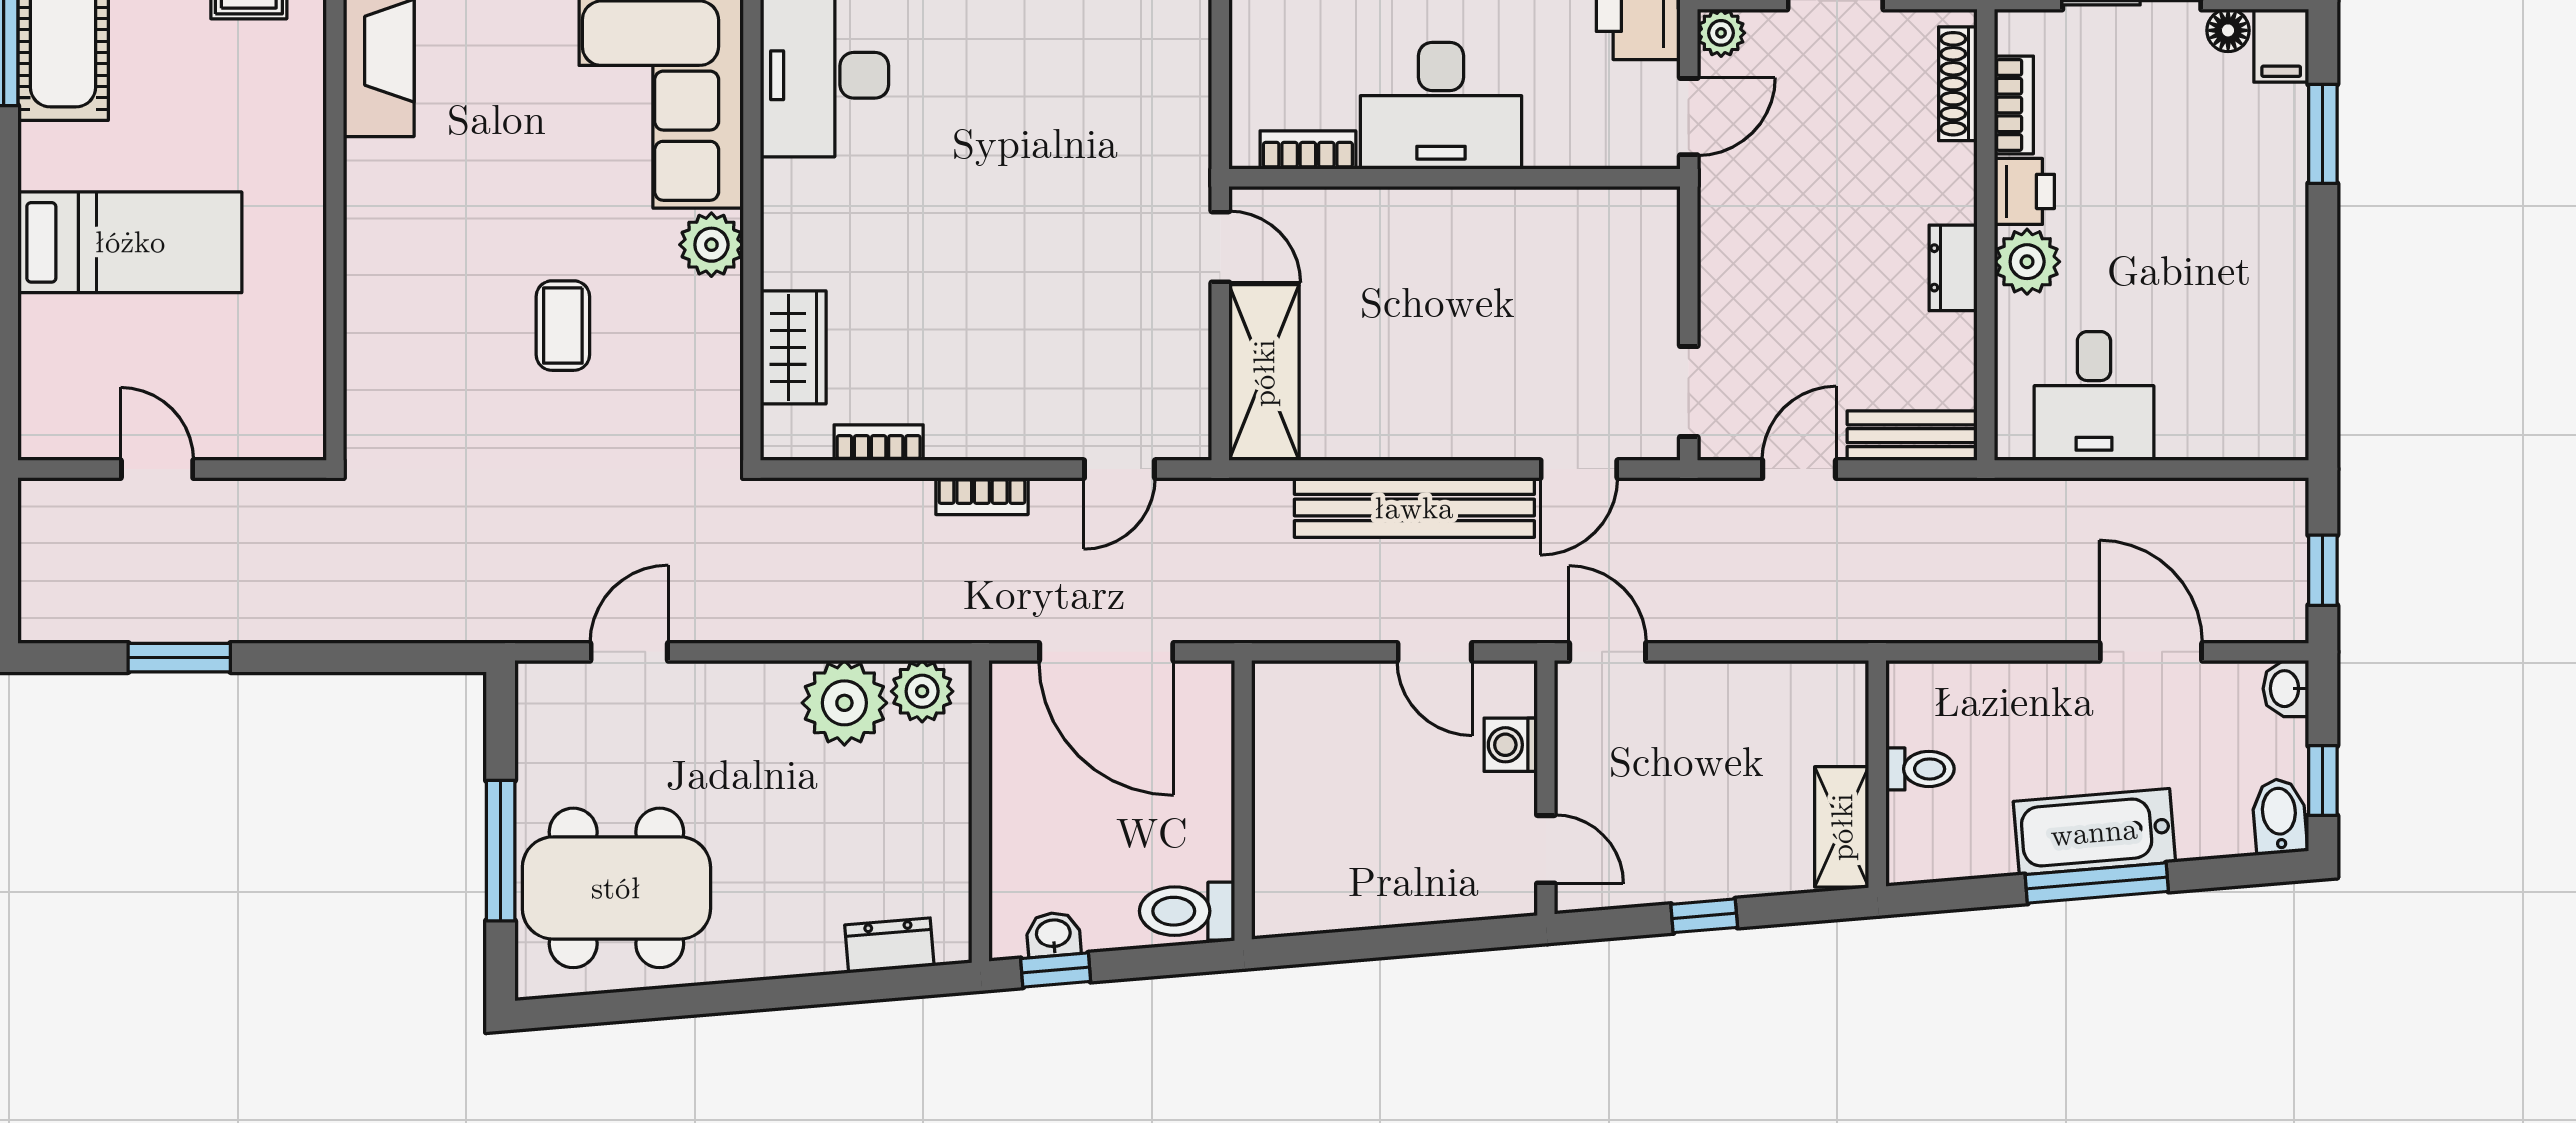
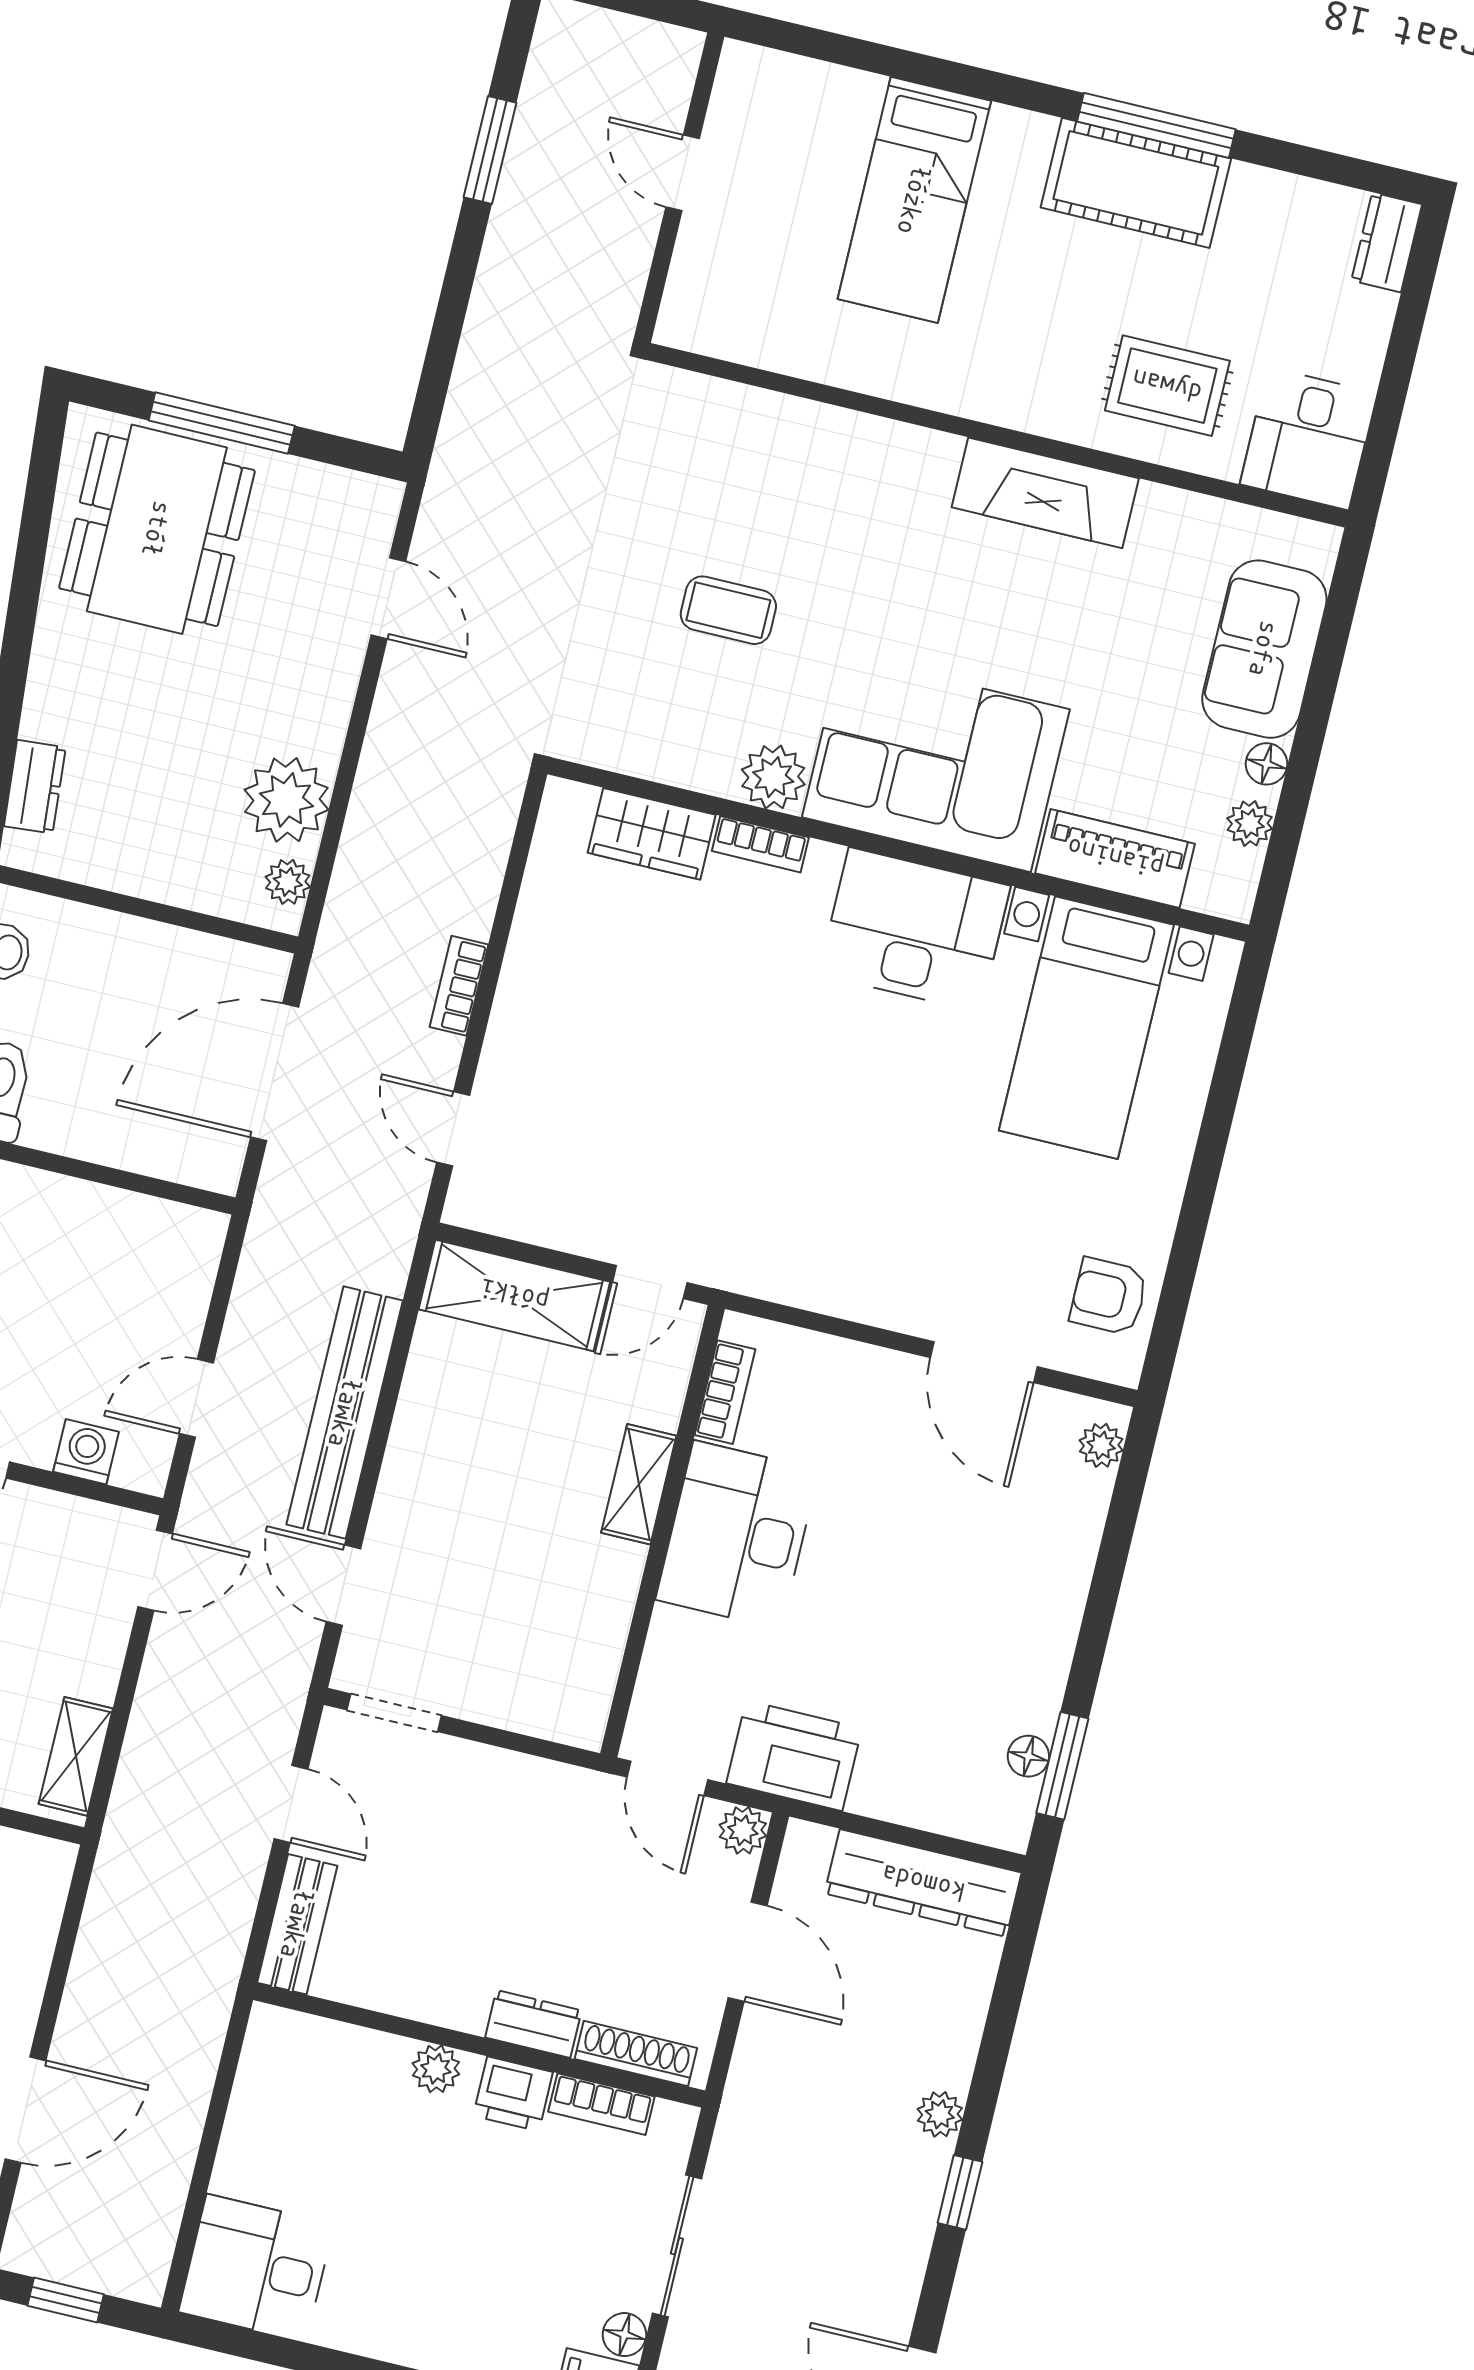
shelving: (1415, 211) -> (639, 1484), added
plant: (2027, 262) -> (436, 2069), width x0.73, depth x0.73
dresser: (1953, 268) -> (533, 2024), moved
desk: (2094, 396) -> (256, 2268), moved
bookcase: (879, 443) -> (760, 844), moved, turned 90
door: (157, 469) -> (683, 173), swing flipped
shelving: (1803, 685) -> (76, 1756), added
plant: (922, 691) -> (288, 882), width x0.73, depth x0.73

